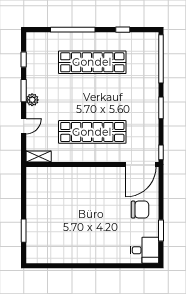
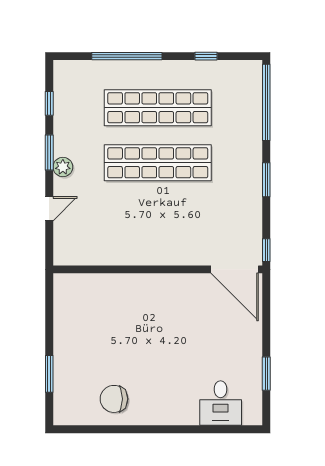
shop shelf: (92, 132) -> (158, 163), moved
shelving: (39, 157) -> (73, 257), removed
door: (141, 165) -> (235, 269), hinge flipped
chair: (140, 210) -> (114, 399), moved, turned 180
desk: (144, 250) -> (221, 403), moved, turned 90

